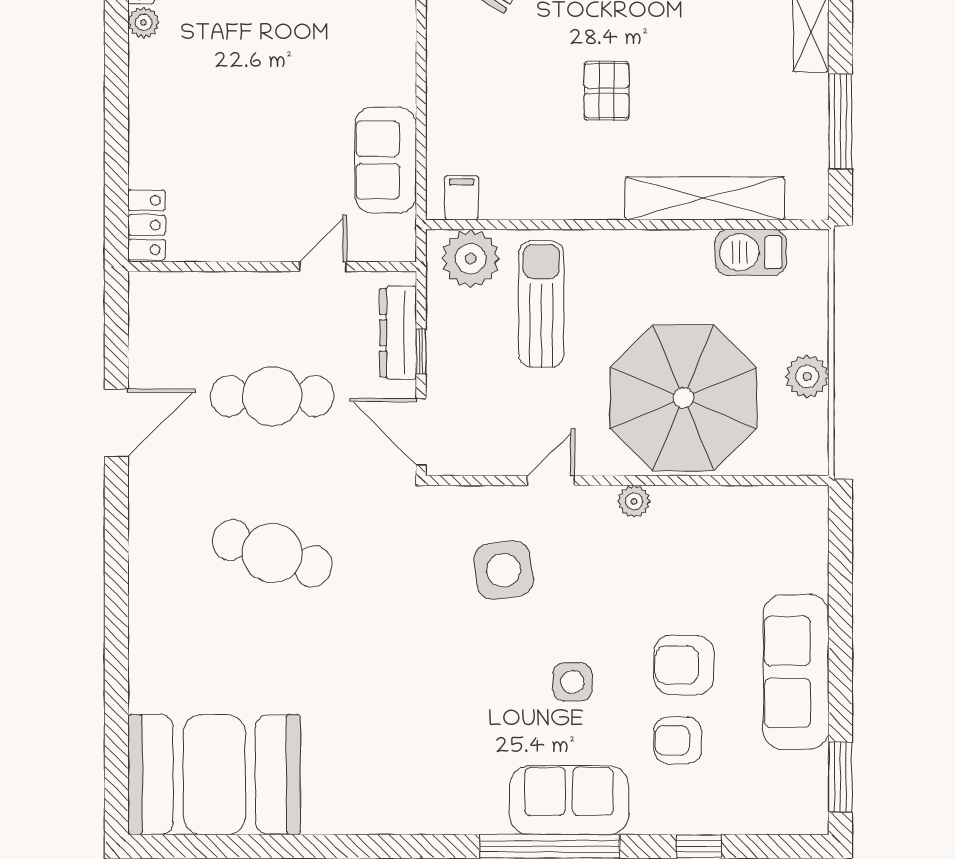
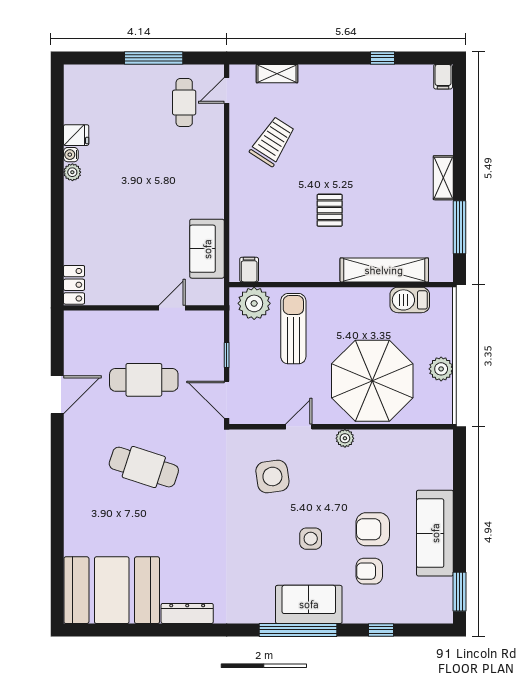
dresser: (398, 333) -> (187, 613), moved, turned 90

